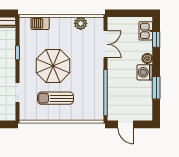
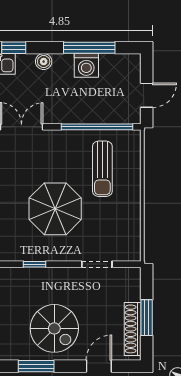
washing machine: (145, 72) -> (86, 65), moved
window: (156, 88) -> (89, 48), width x1.44
sun lounger: (55, 98) -> (102, 169), moved

